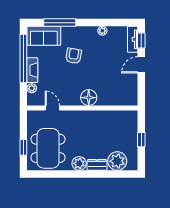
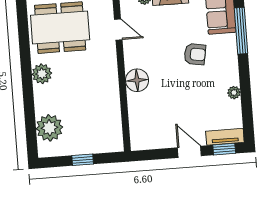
door: (52, 108) -> (118, 30), hinge flipped
dresser: (97, 165) -> (42, 99), removed

